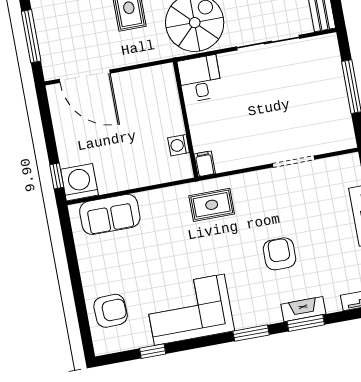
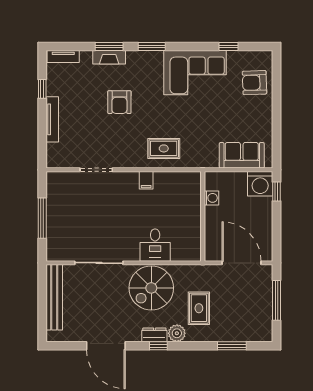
wall: (185, 120) -> (203, 216), moved
washing machine: (179, 145) -> (211, 198), moved
filing cabinet: (205, 164) -> (146, 180), moved

